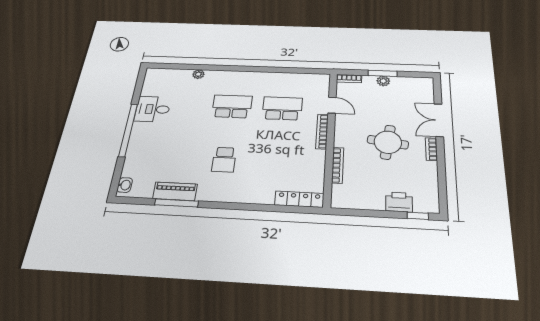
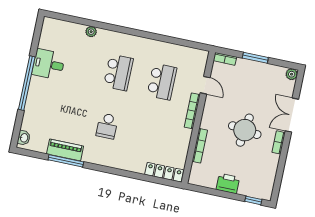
plant: (383, 81) -> (292, 74), moved
school desk: (232, 106) -> (118, 73), turned 90
school desk: (282, 108) -> (162, 82), turned 90
printer: (399, 202) -> (228, 183), moved

